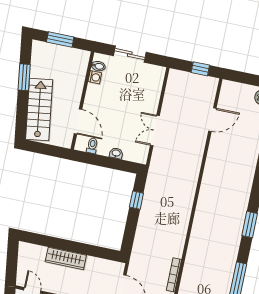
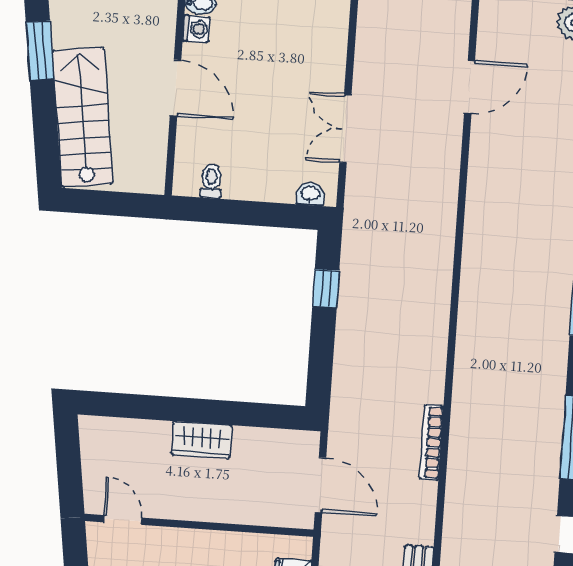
door: (78, 121) -> (176, 88), moved
washbasin: (116, 153) -> (310, 194), moved
wardrobe: (66, 258) -> (202, 440), width x0.67

